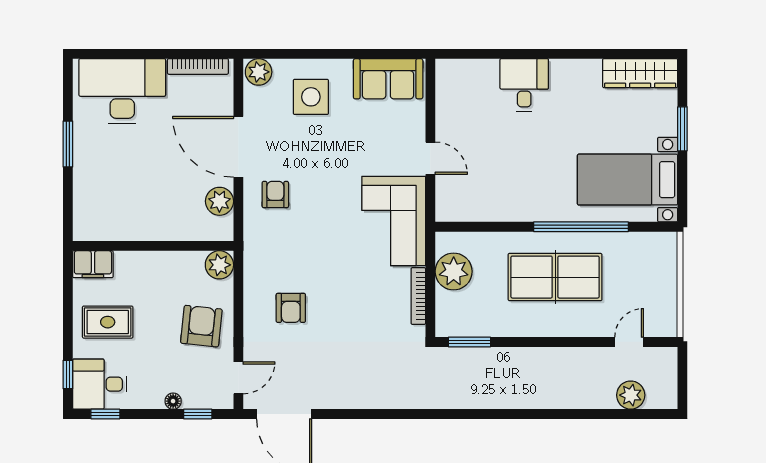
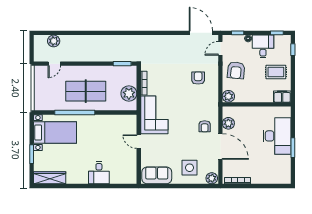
desk: (122, 91) -> (277, 136), moved, turned -90
desk: (100, 384) -> (263, 46), moved, turned -90

